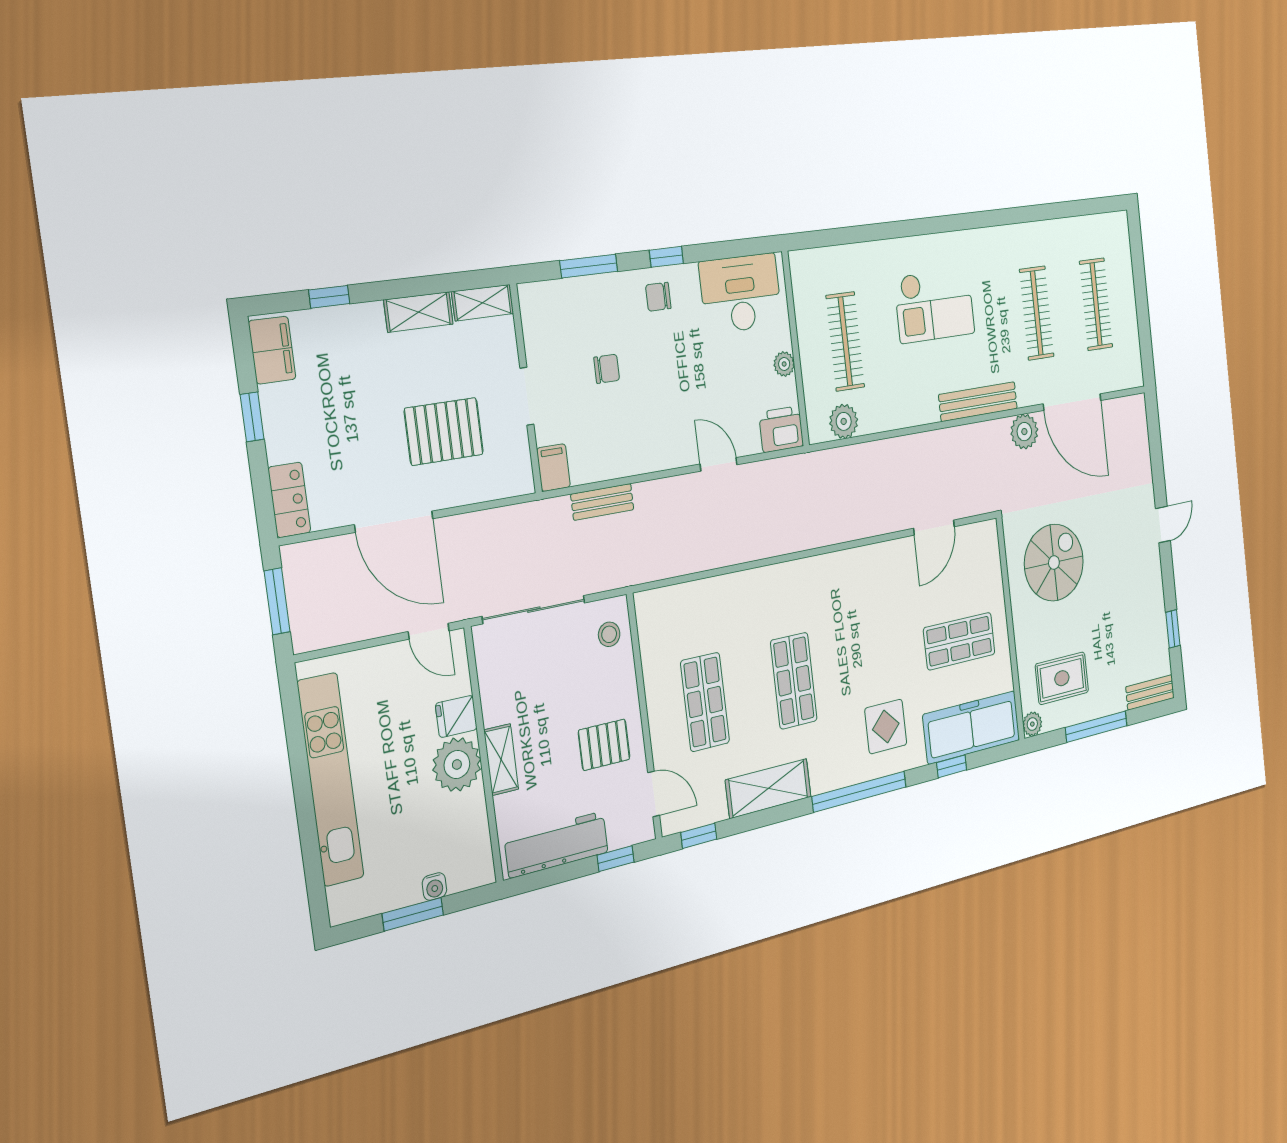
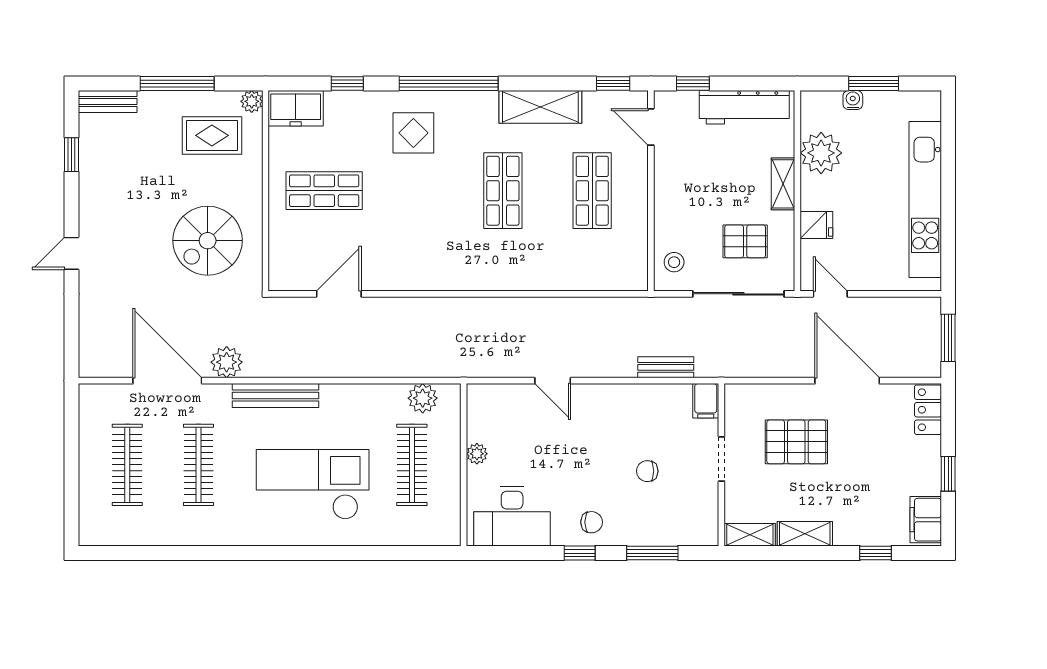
checkout: (935, 305) -> (313, 484), width x1.36, depth x1.21
printer: (781, 429) -> (487, 401), removed
freezer: (972, 727) -> (296, 108), width x0.52, depth x0.79
pallet: (604, 745) -> (745, 241), moved
plant: (457, 764) -> (821, 153), moved

